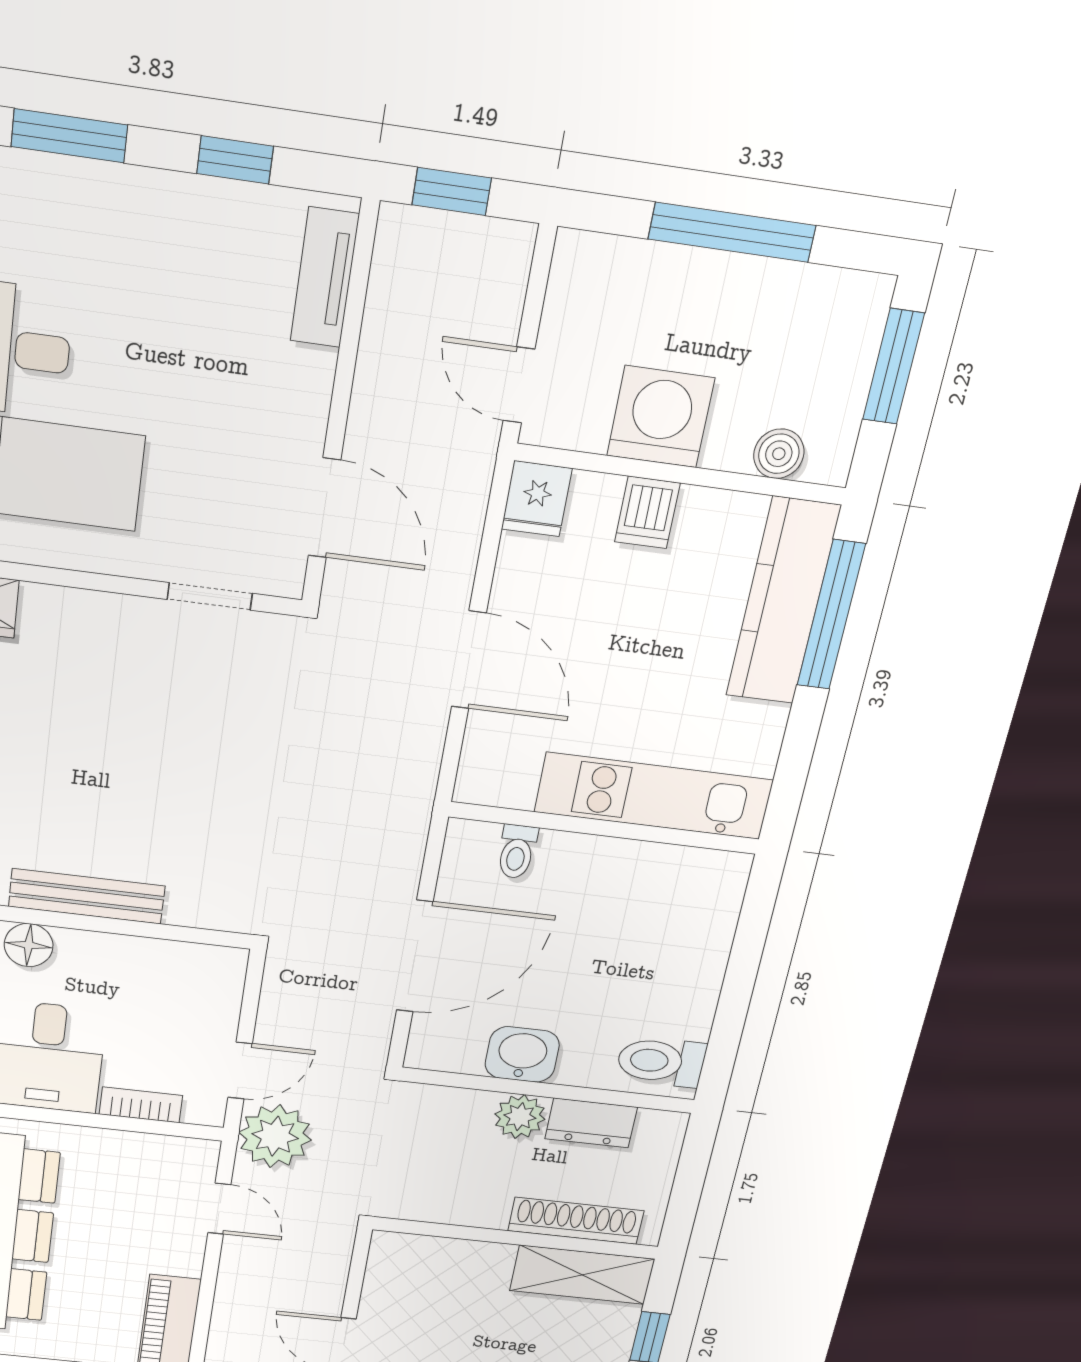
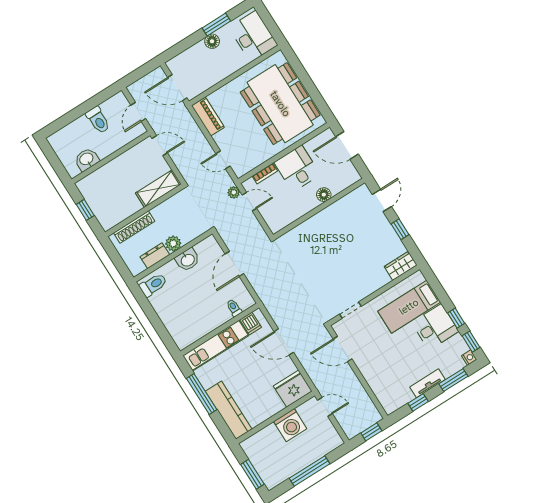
tv unit: (325, 278) -> (427, 383), moved, turned -90
boiler: (779, 454) -> (259, 438), removed
fridge: (537, 499) -> (293, 389), width x1.88, depth x1.34
dishwasher: (647, 512) -> (251, 323), moved, turned 180
window: (831, 615) -> (202, 394), moved
bench: (87, 896) -> (320, 218), removed
door: (415, 956) -> (234, 264), width x0.73
door: (240, 1071) -> (249, 202), swing flipped
plant: (275, 1136) -> (234, 192), width x0.53, depth x0.53
shelving: (582, 1275) -> (158, 189), moved

